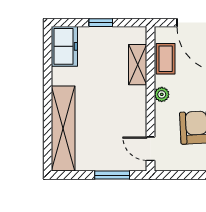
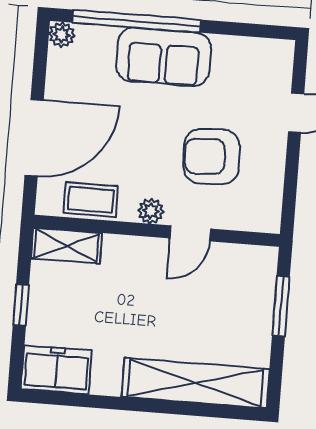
shelving: (138, 65) -> (67, 246), moved
door: (150, 149) -> (190, 233), moved

